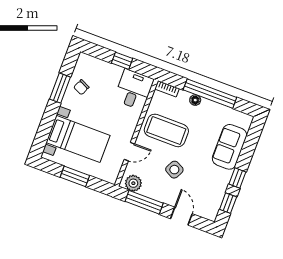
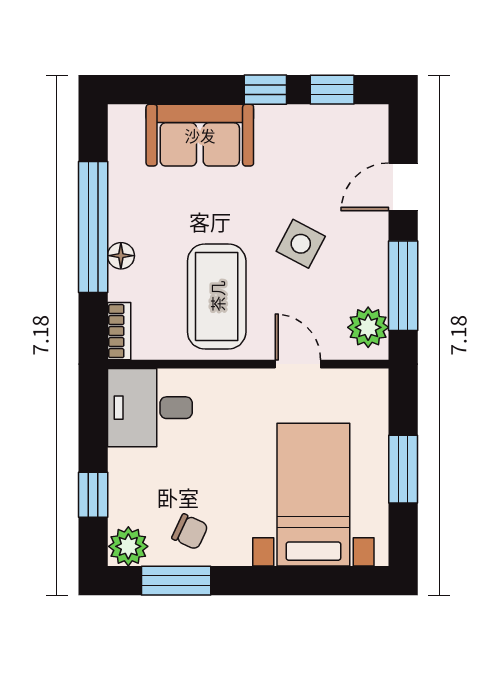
window: (122, 61) -> (93, 495), moved
plant: (85, 62) -> (128, 546), added
window: (60, 88) -> (176, 581), moved

